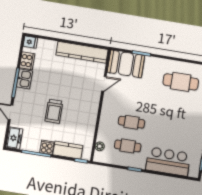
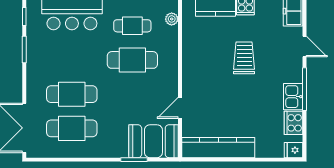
cafe table: (177, 105) -> (72, 94), added
cafe table: (131, 122) -> (132, 60), width x1.37, depth x1.35

